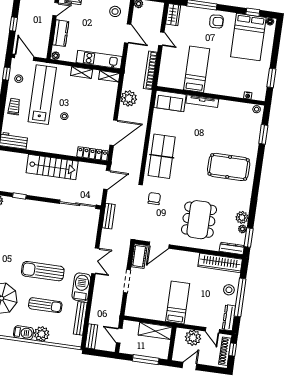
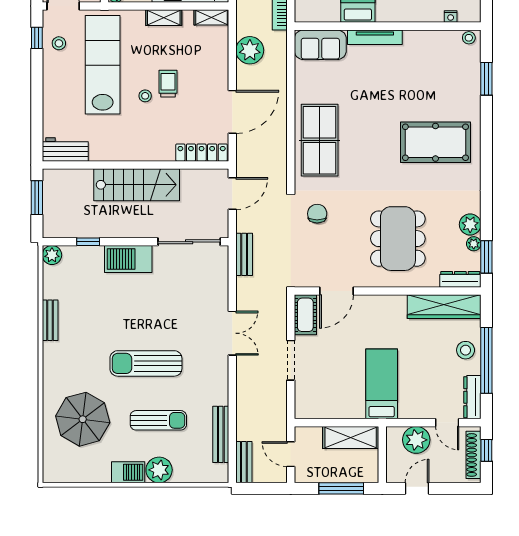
trolley: (14, 107) -> (168, 84), moved
barbecue: (81, 287) -> (128, 259), moved, turned -90

